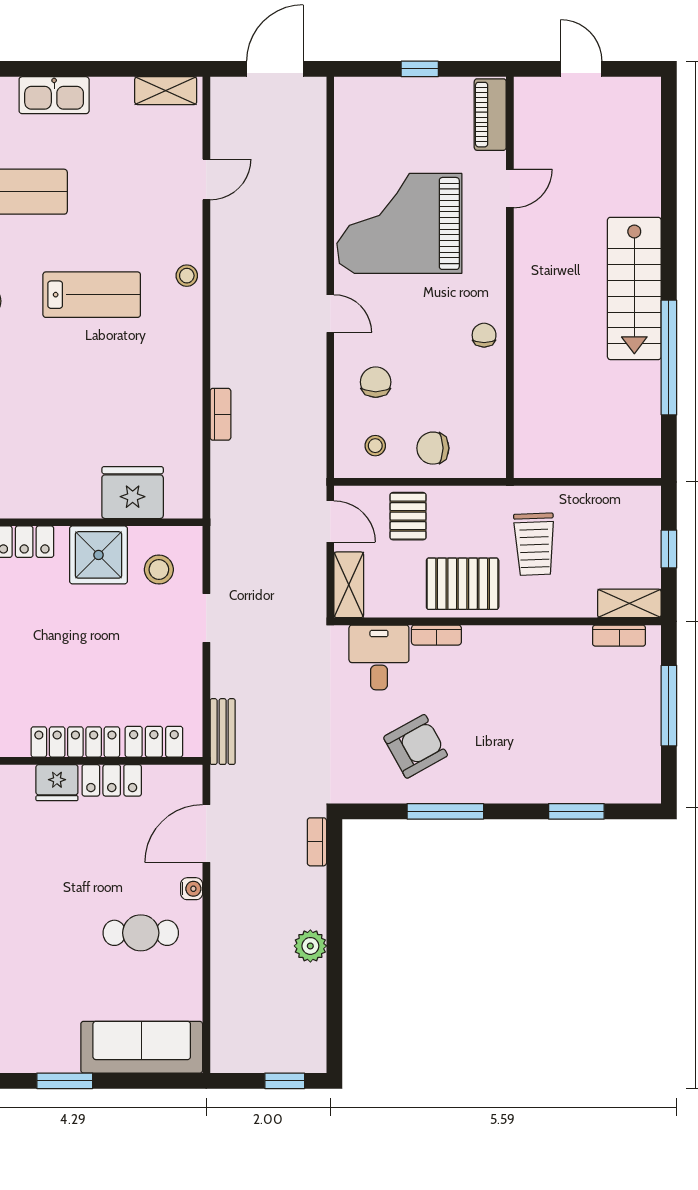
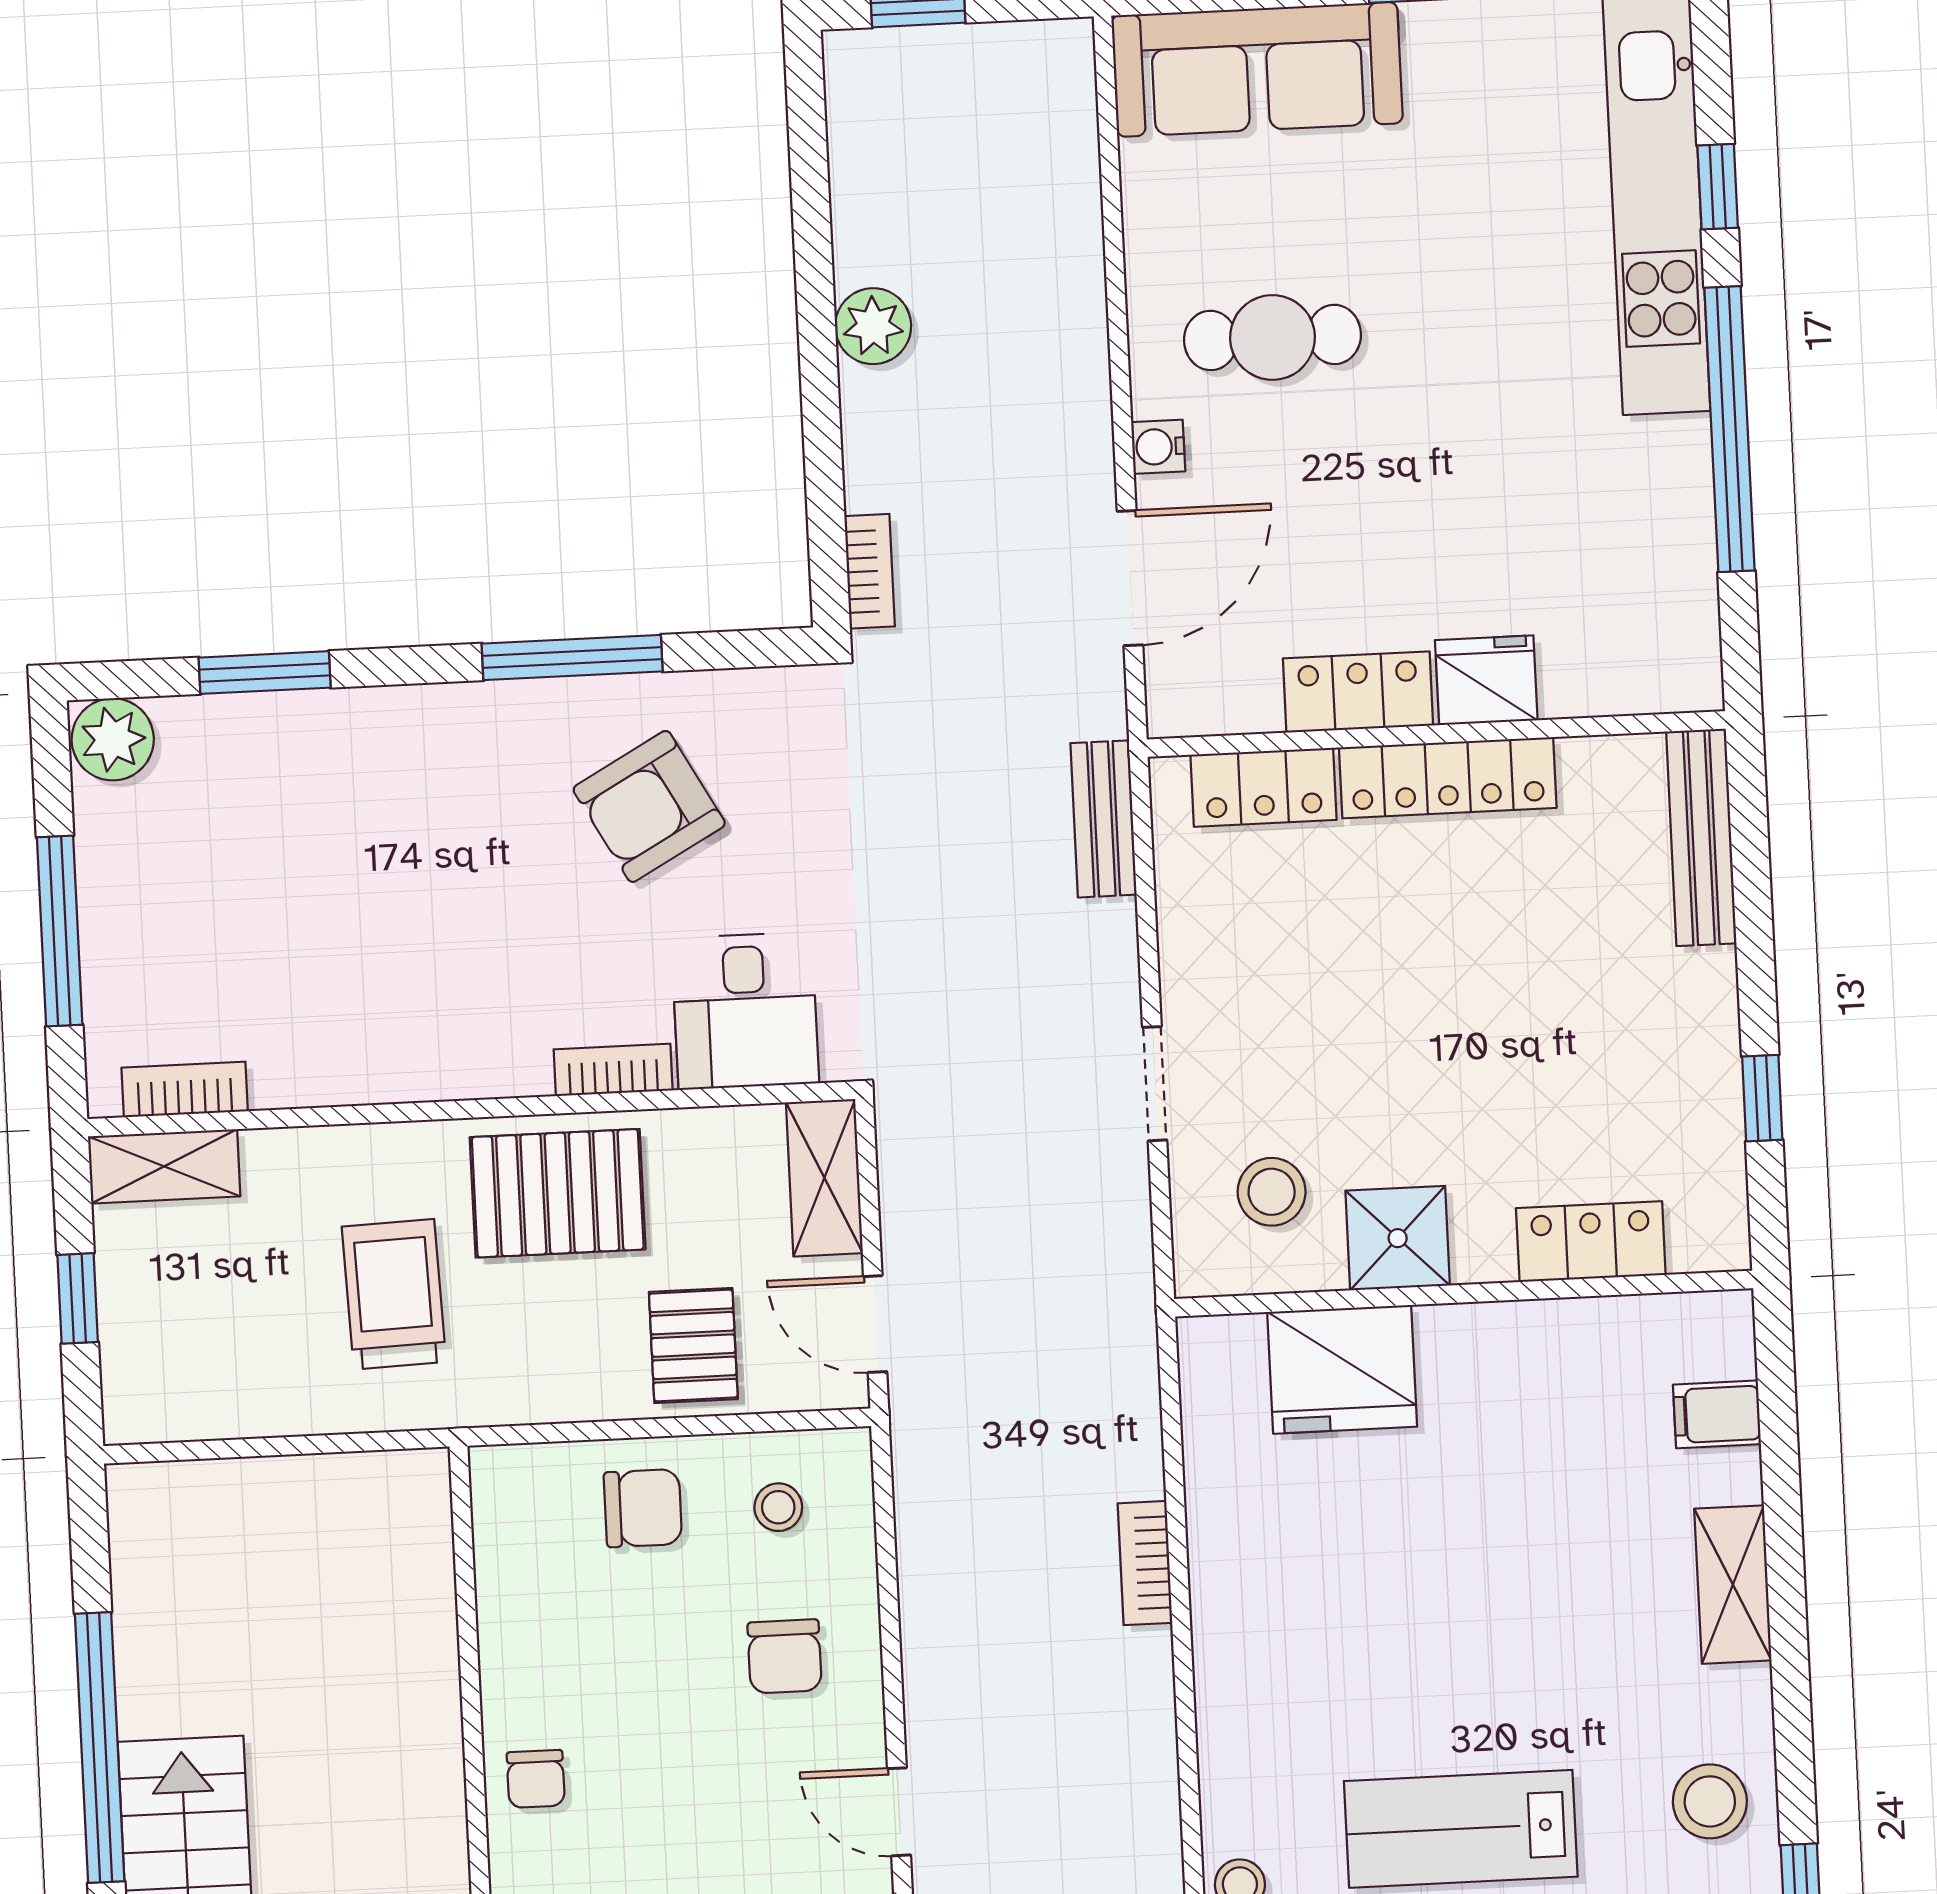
shower: (99, 555) -> (1398, 1238), width x0.73, depth x0.73
plant: (642, 786) -> (113, 739), added

